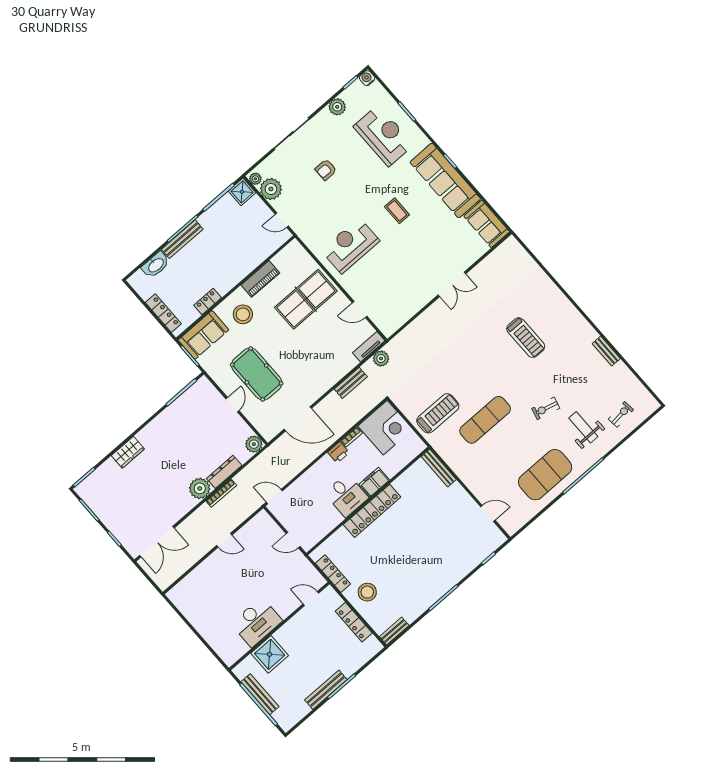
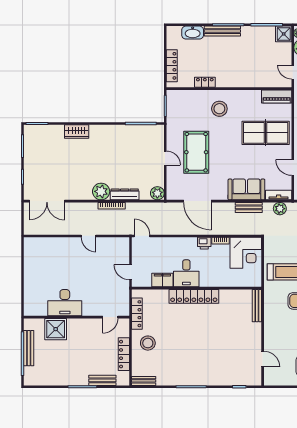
piano: (260, 279) -> (277, 96), moved
sofa: (203, 335) -> (246, 189), moved, turned 180
door: (232, 405) -> (165, 158), hinge flipped
filing cabinet: (374, 482) -> (162, 280), moved
door: (311, 599) -> (110, 317), swing flipped
bench: (326, 690) -> (102, 380), moved, width x0.73

